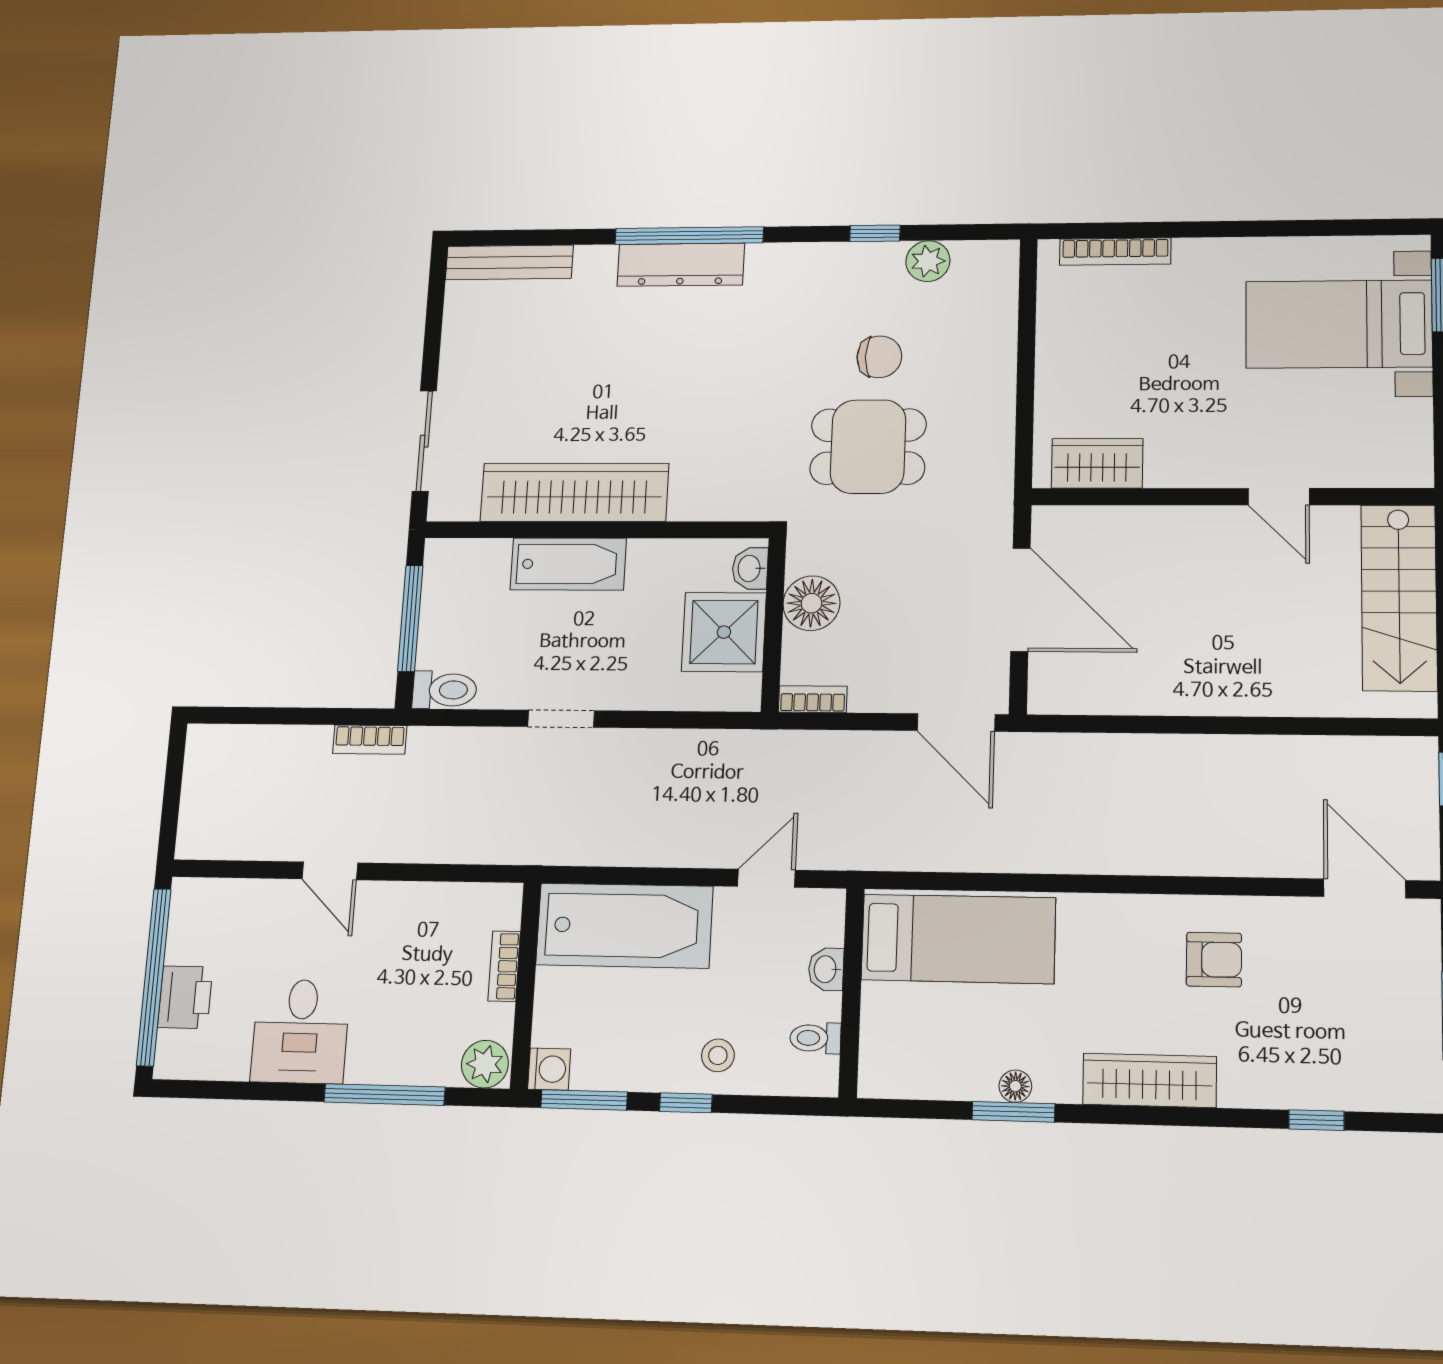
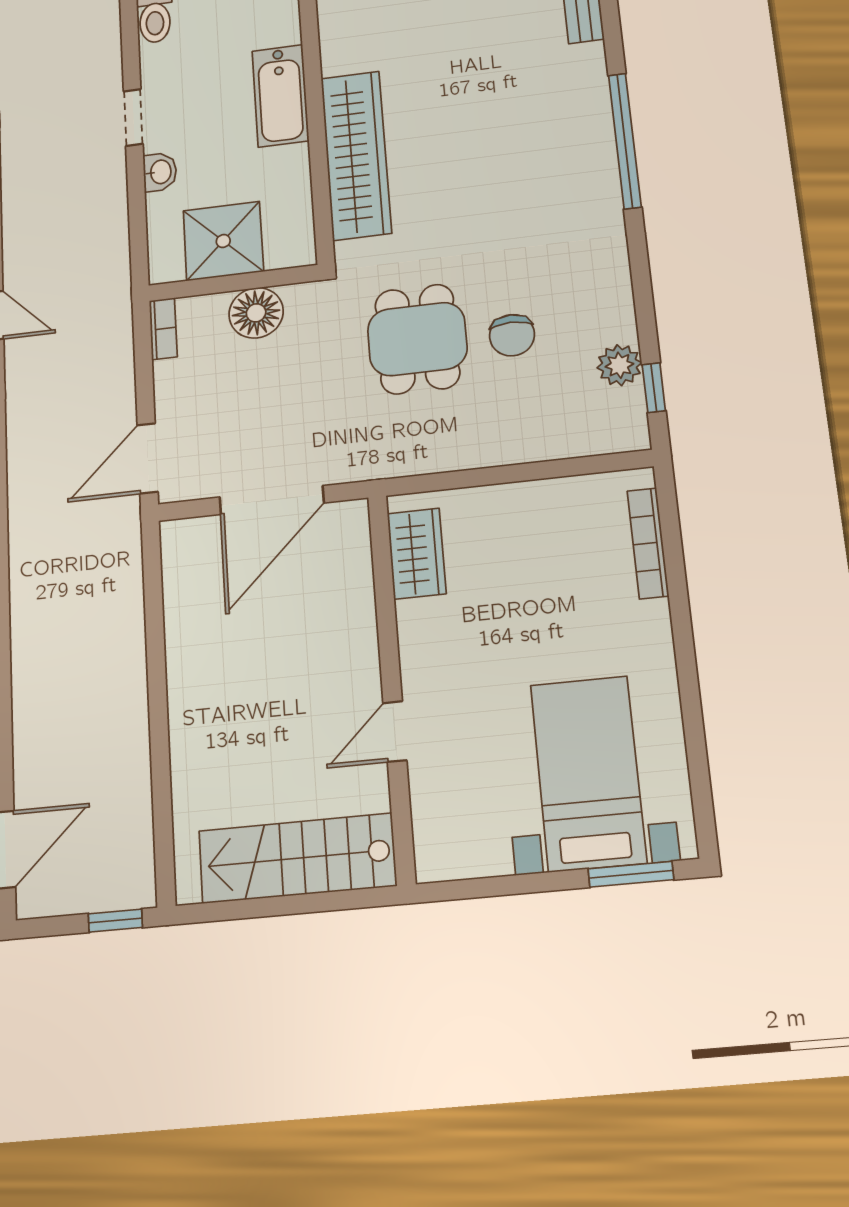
window: (875, 233) -> (654, 388), moved
dresser: (681, 265) -> (593, 139), removed
wardrobe: (574, 492) -> (356, 155), moved
washbasin: (750, 568) -> (160, 172), moved, turned 90

